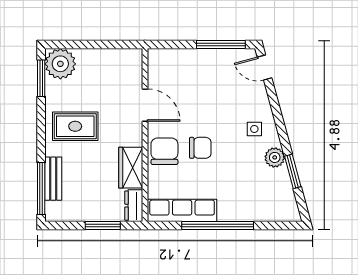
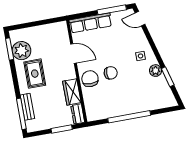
plant: (60, 64) -> (22, 51), moved
rug: (75, 126) -> (35, 74), turned 90
row of seats: (182, 210) -> (91, 23), moved, turned 180

